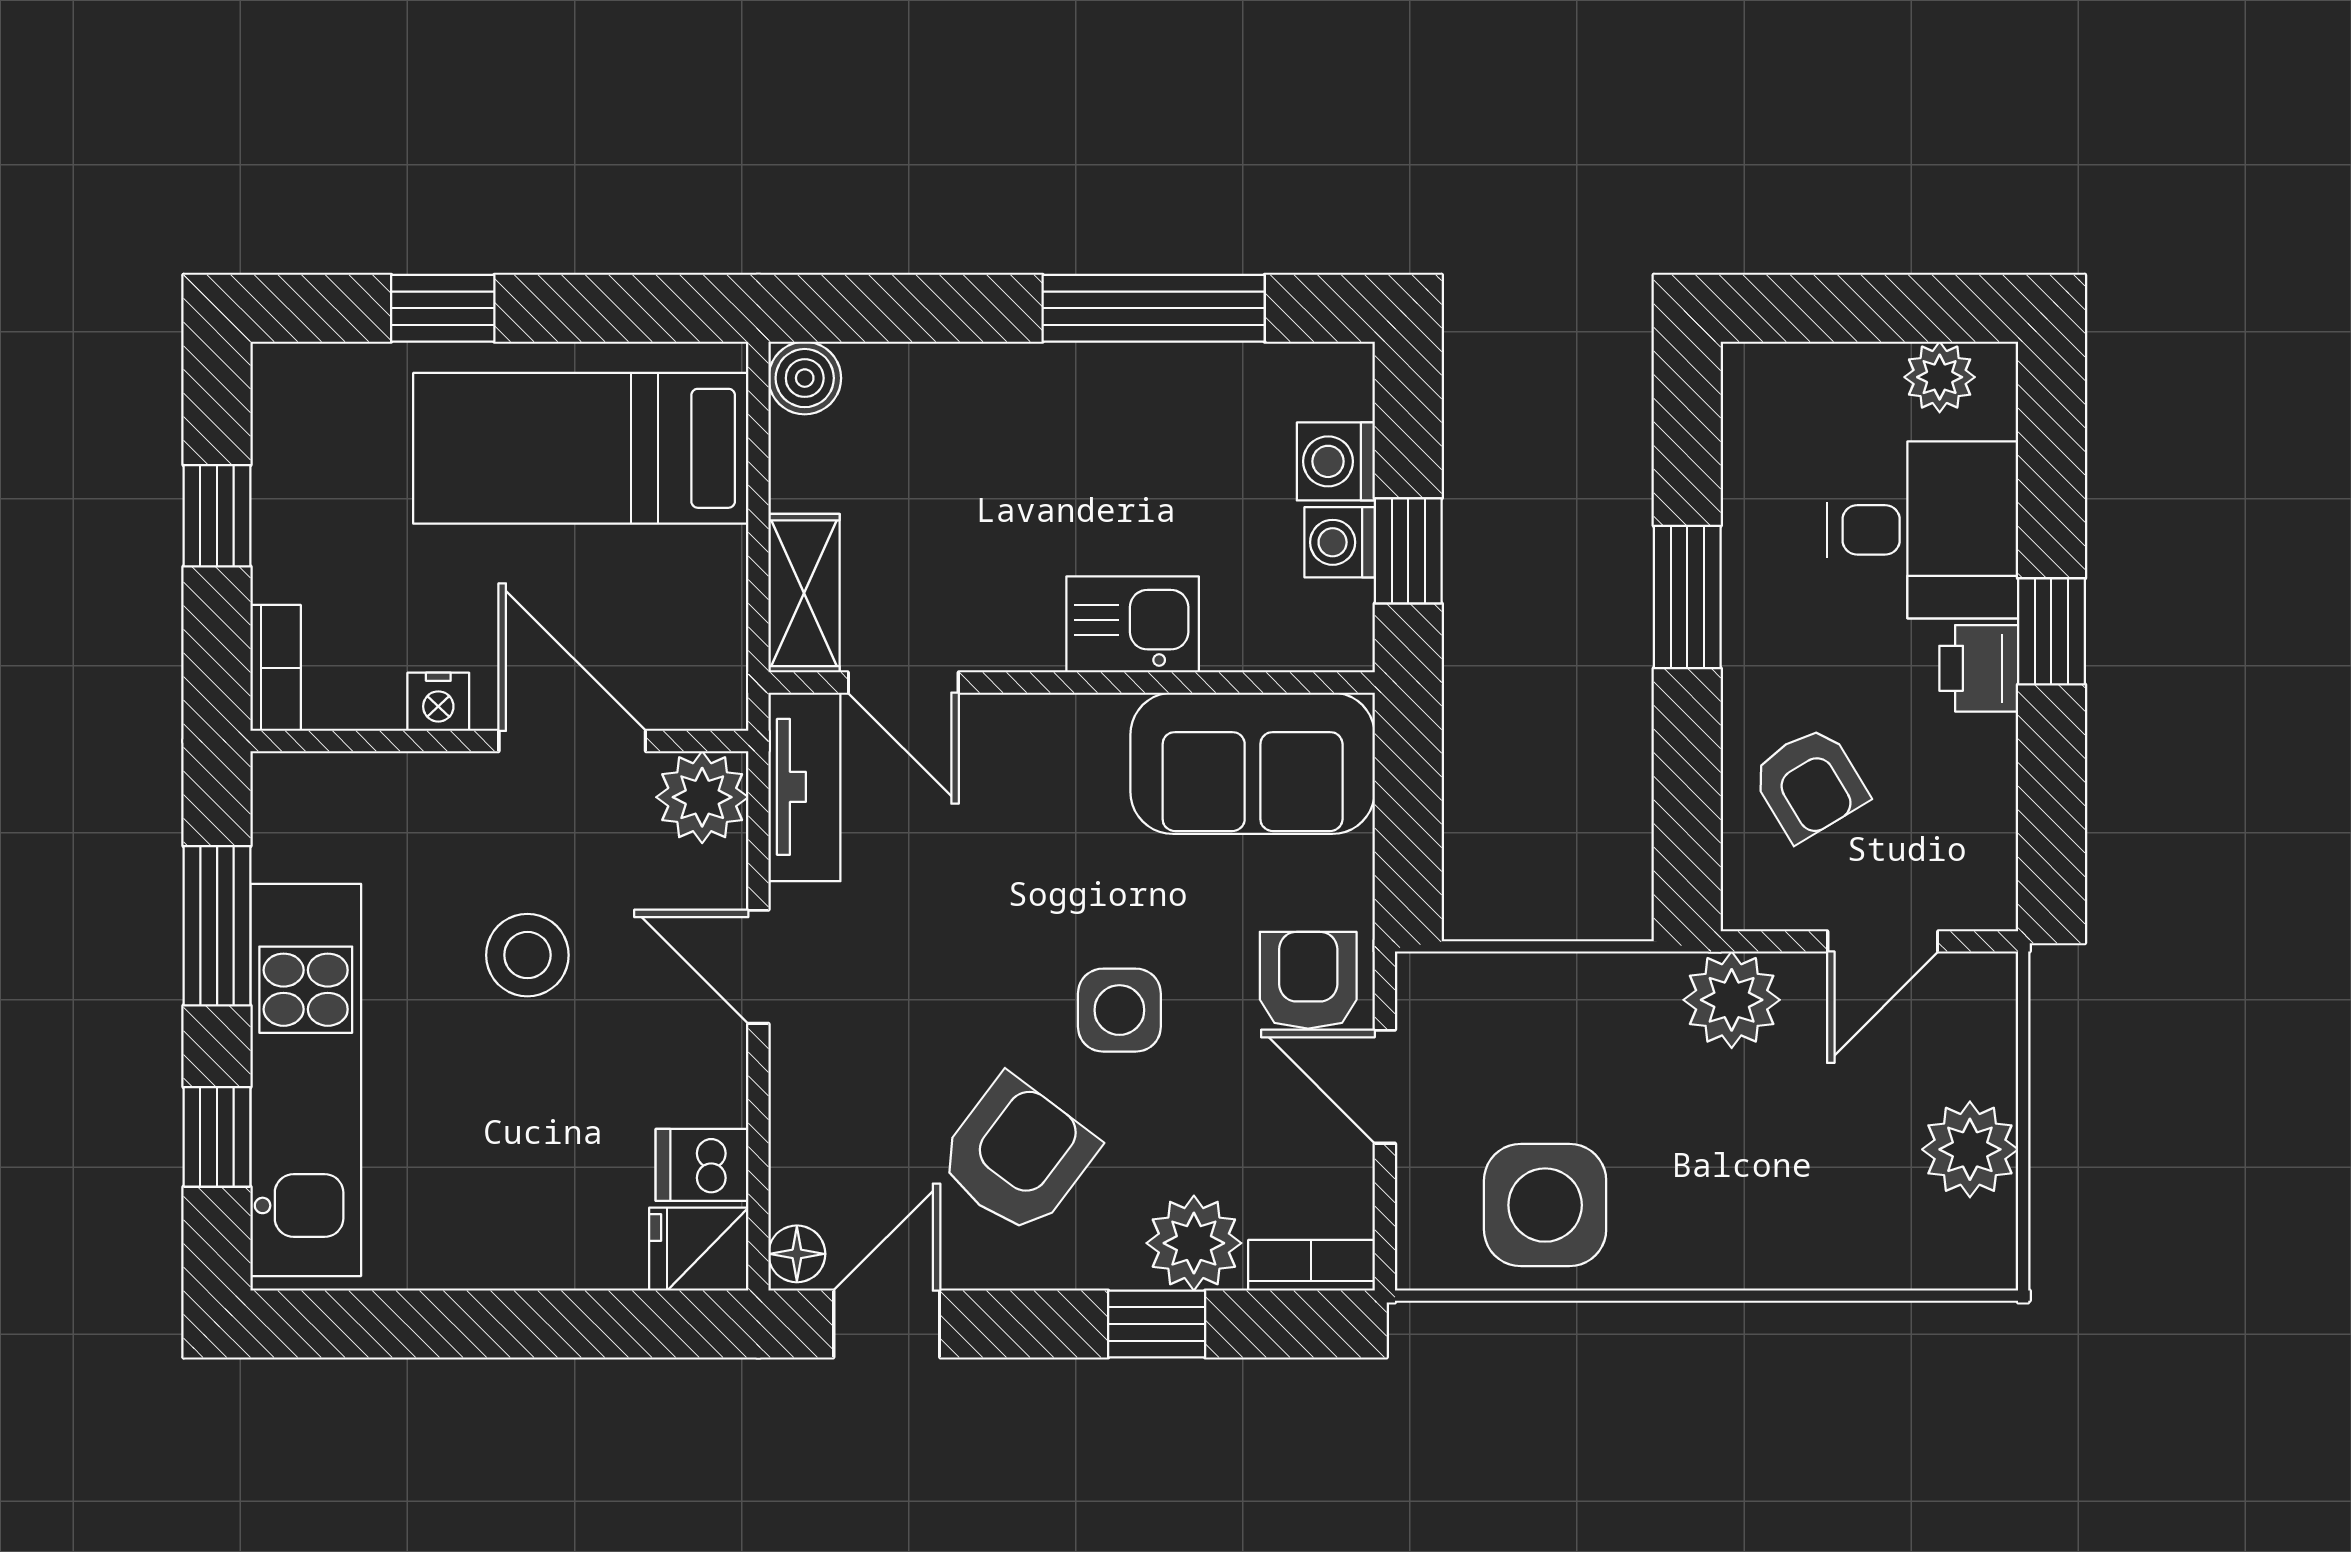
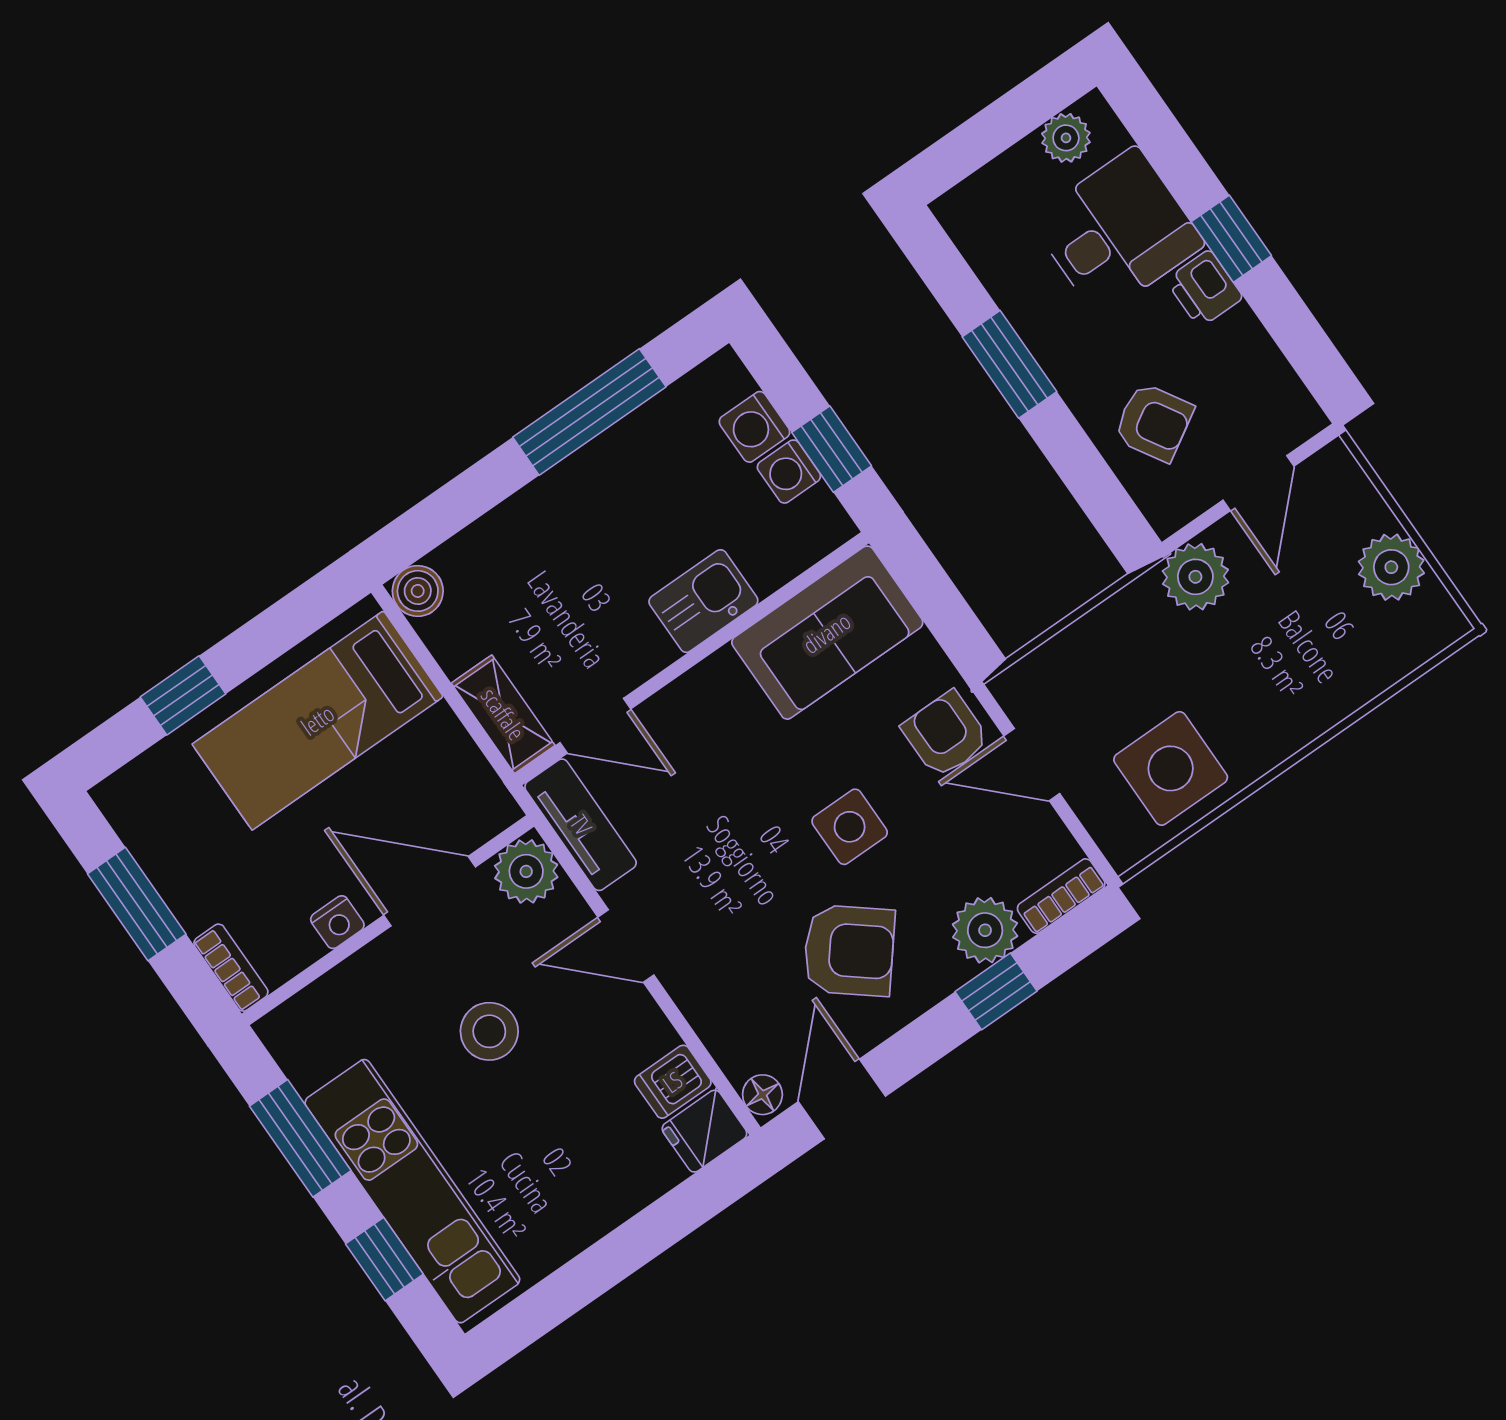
window: (217, 516) -> (137, 904), width x1.50
armchair: (1017, 1155) -> (849, 950), turned 92

